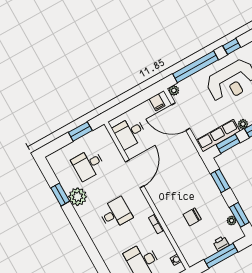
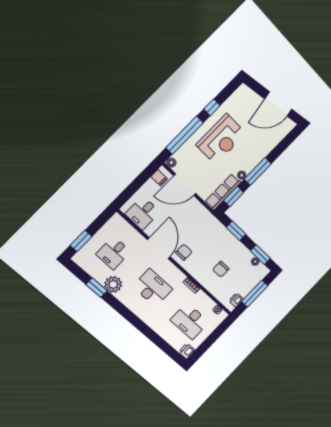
window: (80, 131) -> (81, 241), moved
chair: (159, 186) -> (184, 252), added
desk: (116, 213) -> (153, 288), width x1.37
printer: (221, 243) -> (236, 300), moved

